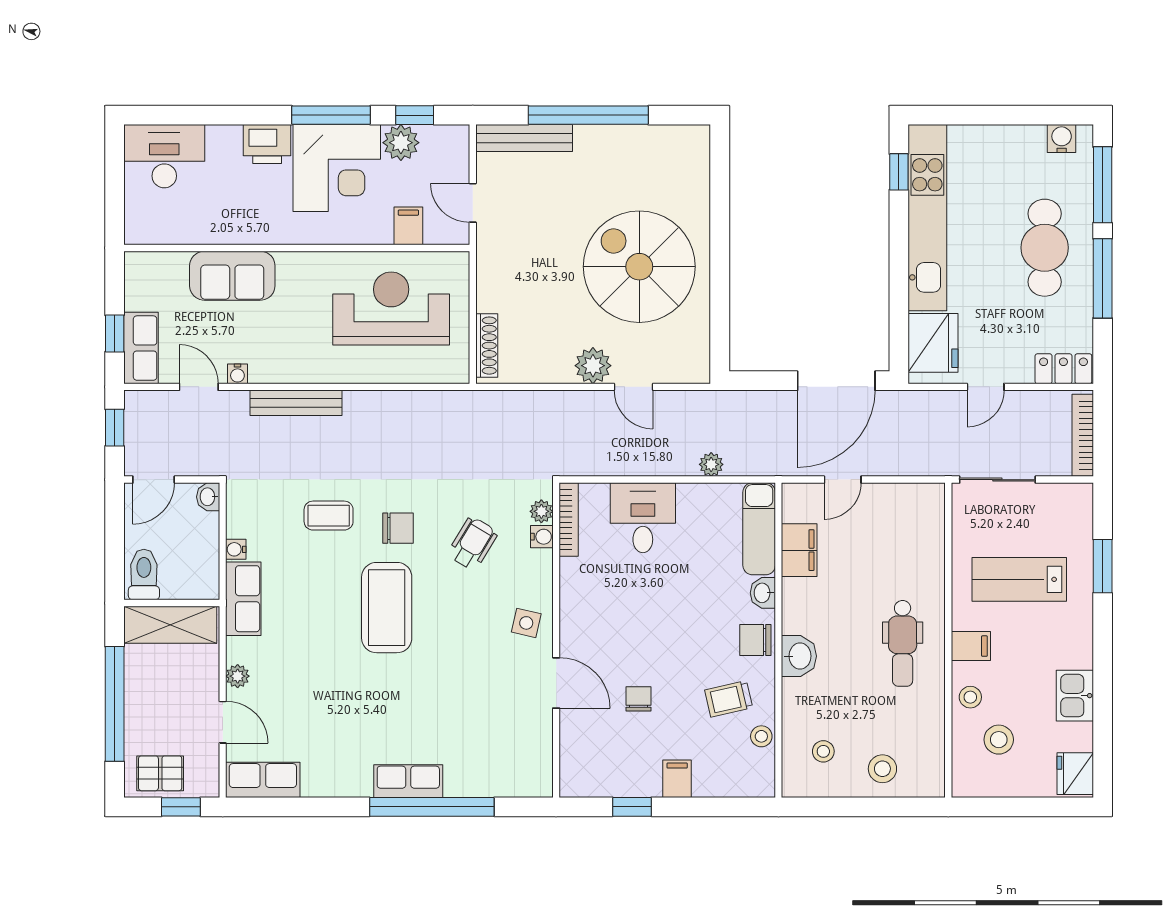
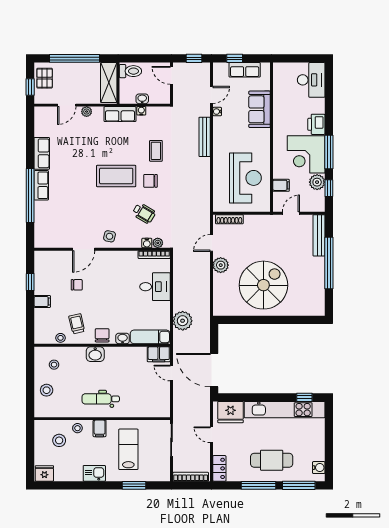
row of seats: (141, 348) -> (245, 70), moved
door: (634, 387) -> (211, 243), moved
plant: (711, 464) -> (183, 321), width x1.88, depth x1.88
washbasin: (208, 497) -> (142, 99), moved
chair: (398, 528) -> (150, 181), turned 90
filing cabinet: (799, 550) -> (159, 354), moved
kitchen sink: (1075, 696) -> (94, 473), moved
row of seats: (263, 780) -> (42, 153), moved

